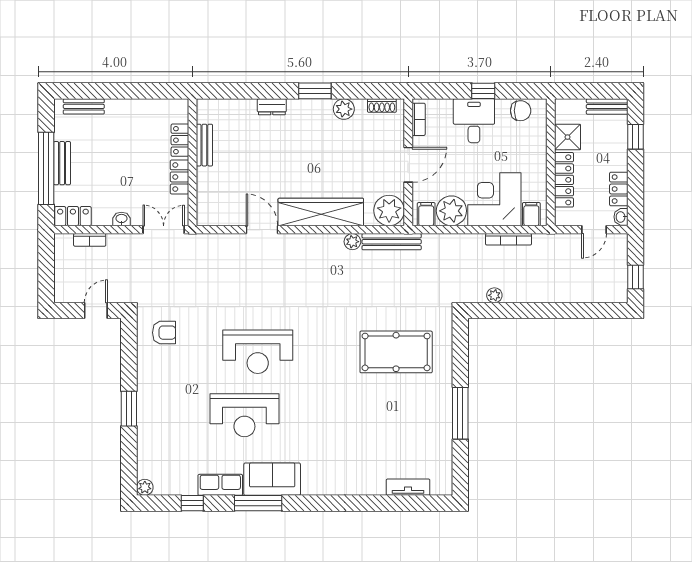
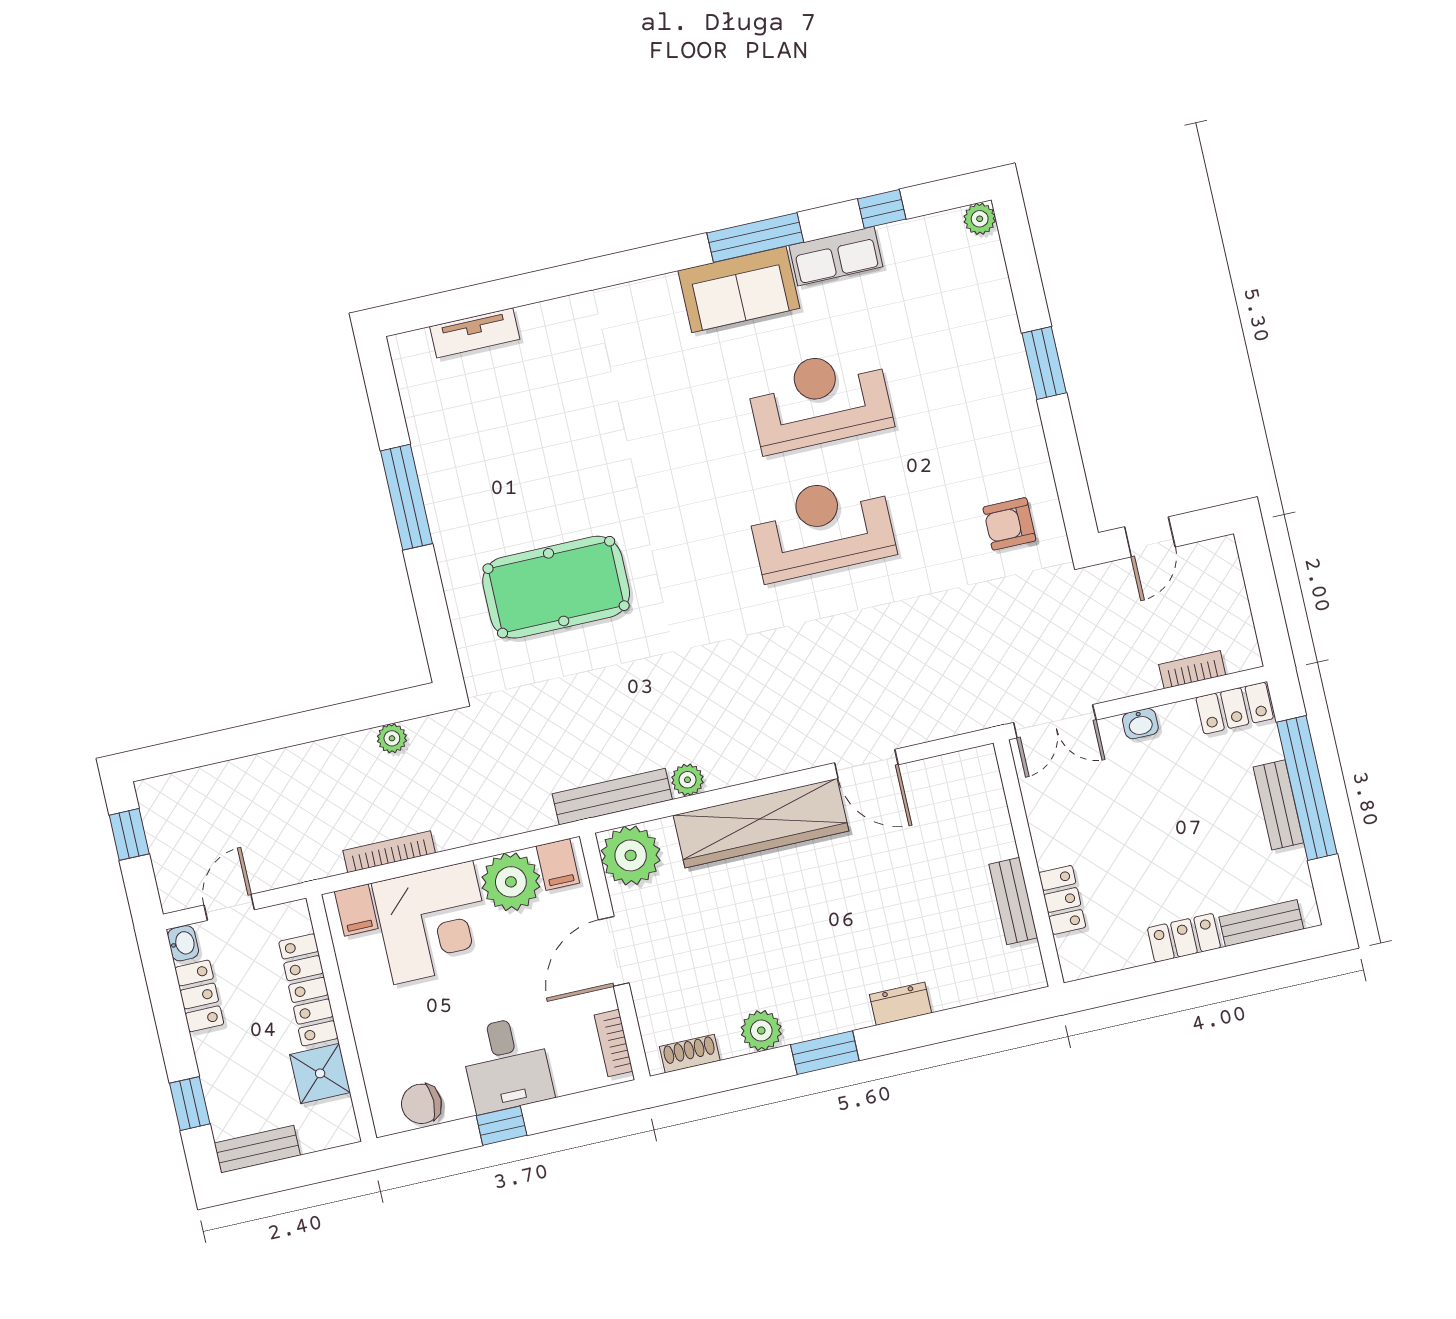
locker: (180, 177) -> (1184, 938), moved, turned -90

